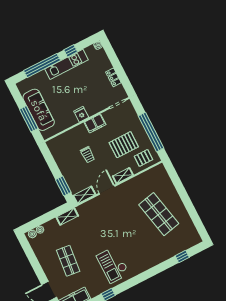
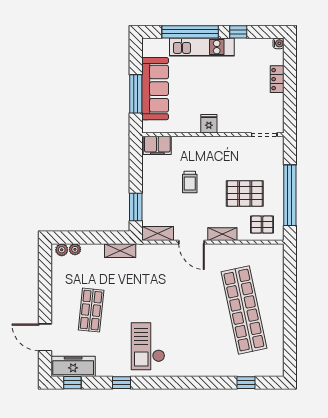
kitchen unit: (66, 64) -> (202, 47), moved
locker: (113, 77) -> (277, 79), moved
filing cabinet: (95, 123) -> (157, 145), moved
door: (107, 190) -> (192, 242), swing flipped
shop shelf: (159, 214) -> (244, 310), width x1.40

